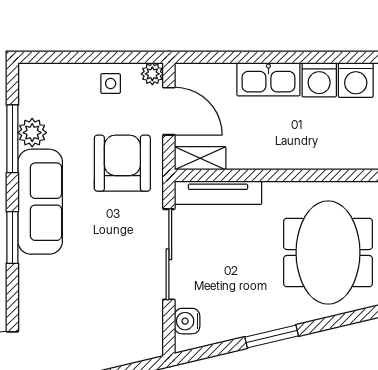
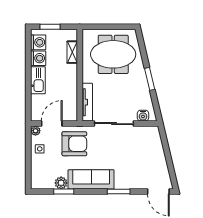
window: (12, 139) -> (64, 192), width x0.69
shelving: (200, 158) -> (72, 52), moved
armchair: (122, 163) -> (74, 144), turned 180
window: (12, 237) -> (119, 192), moved

